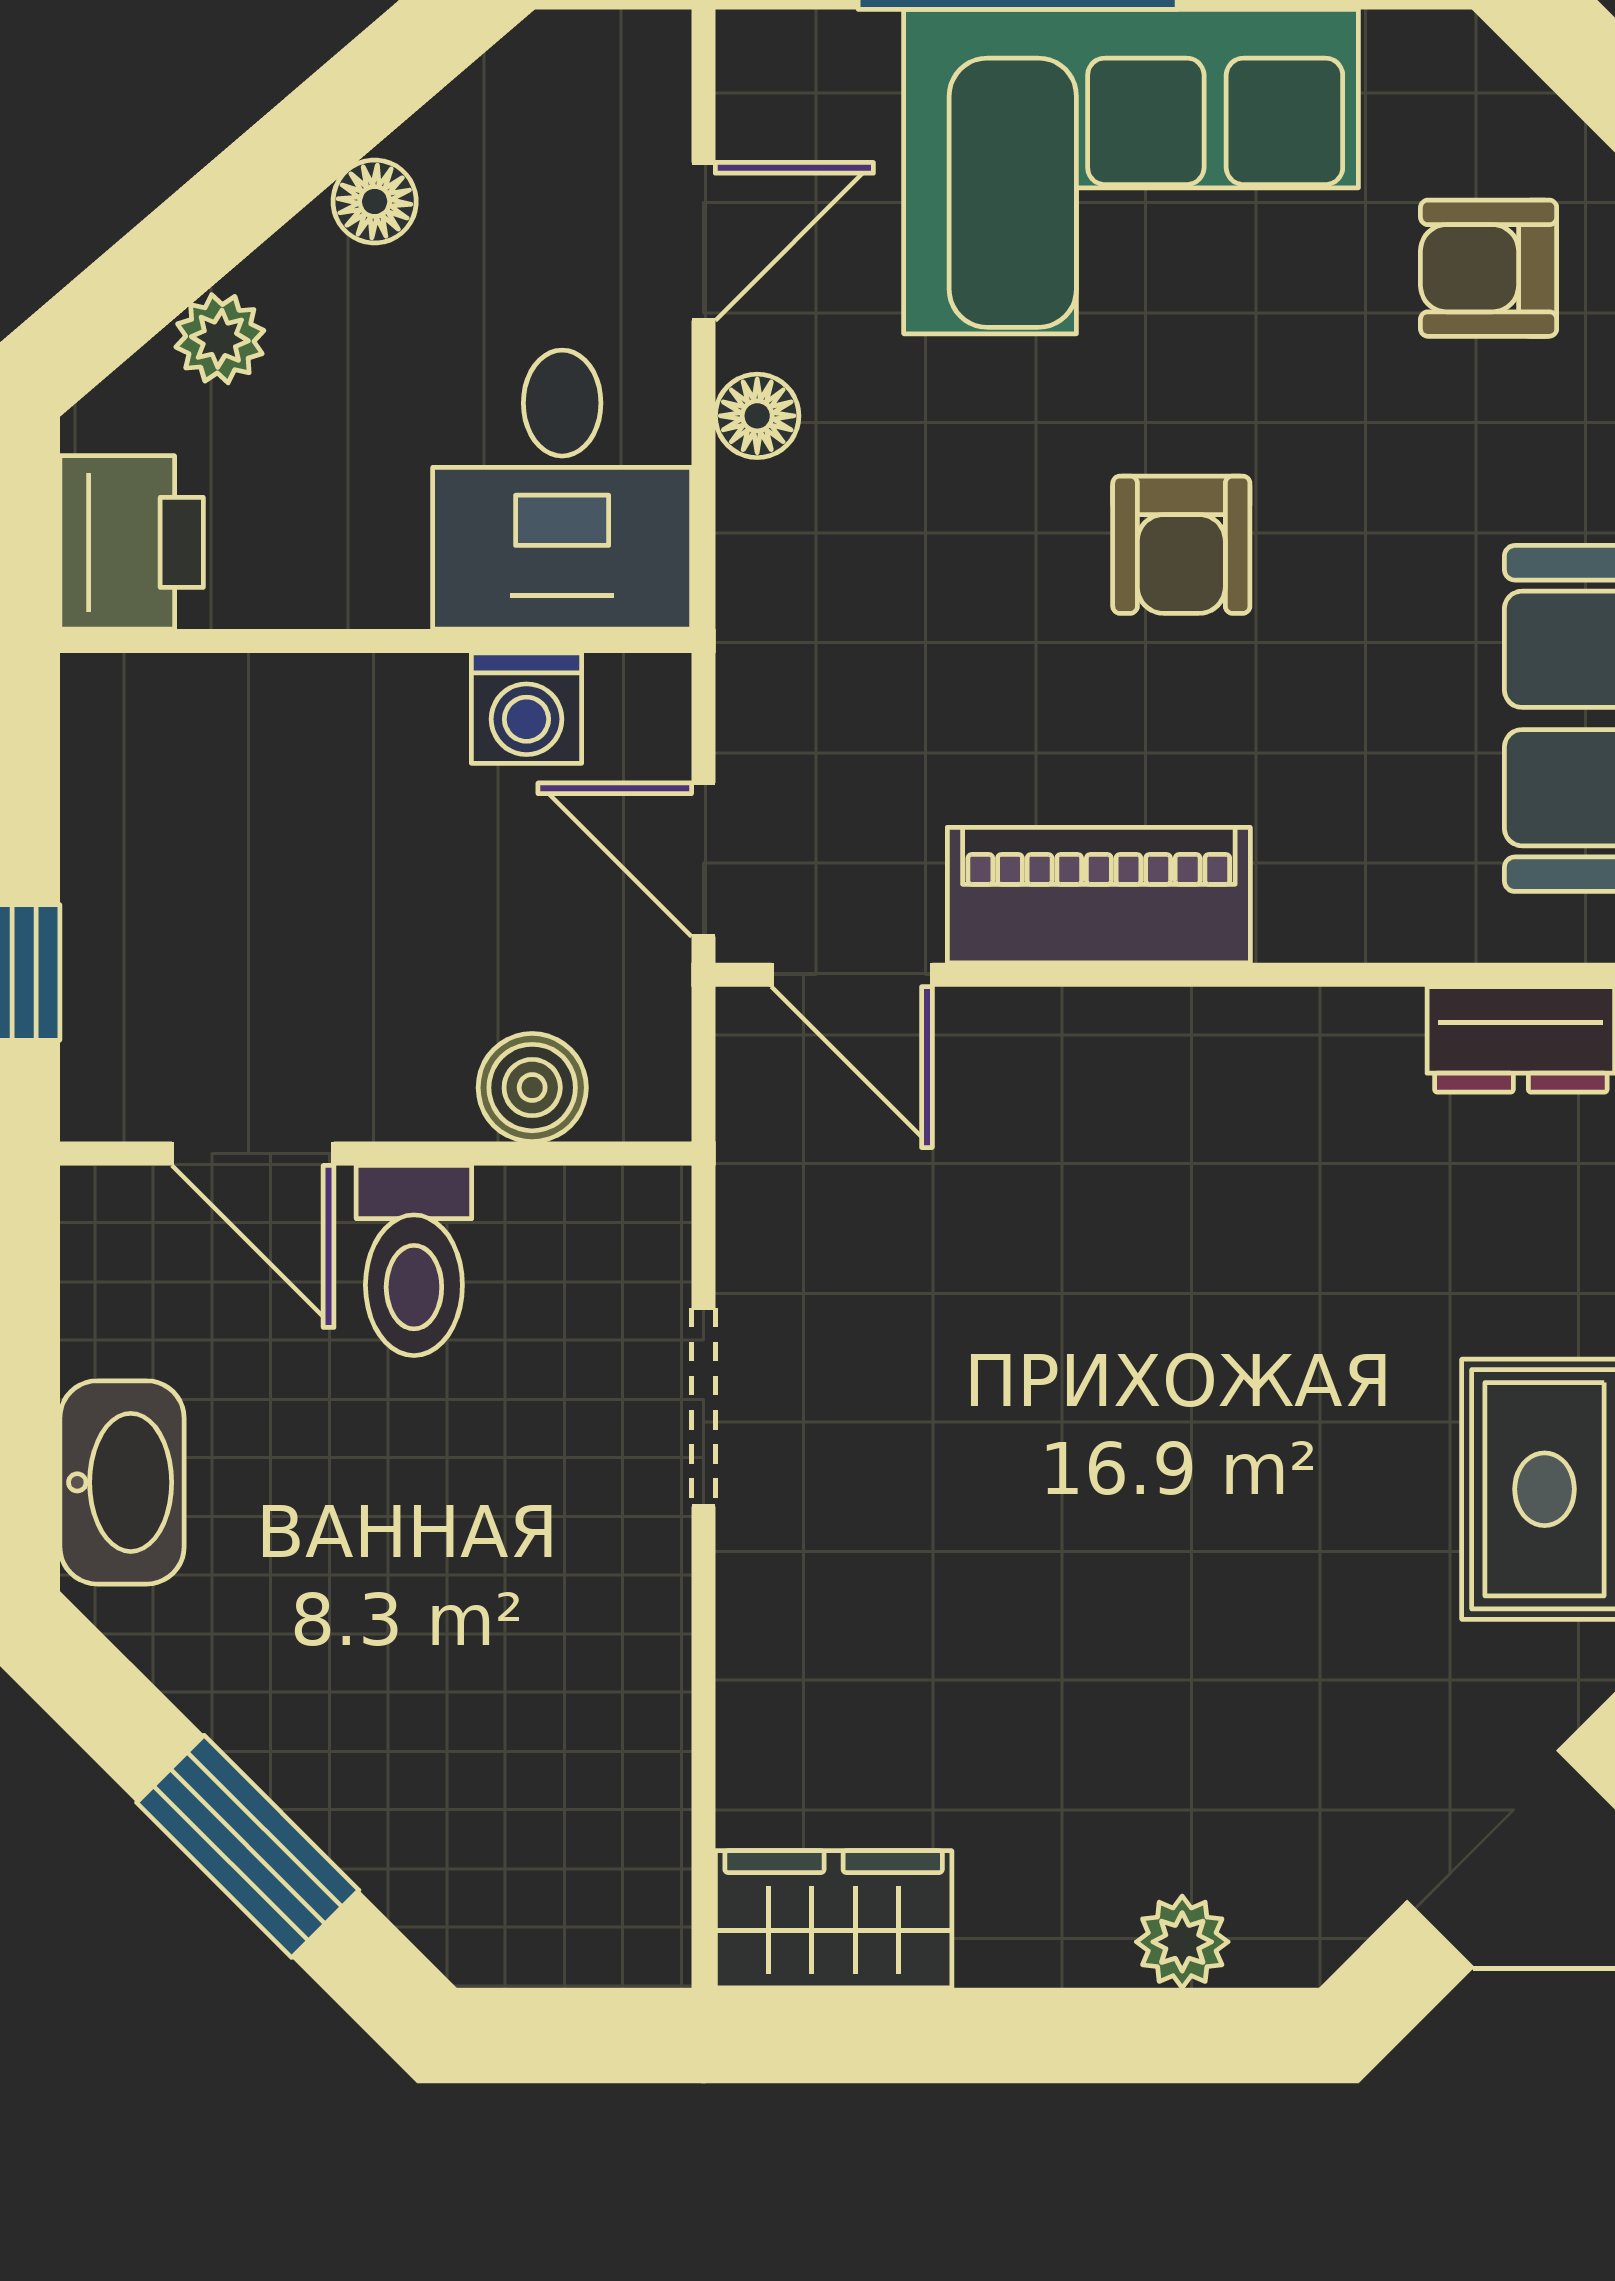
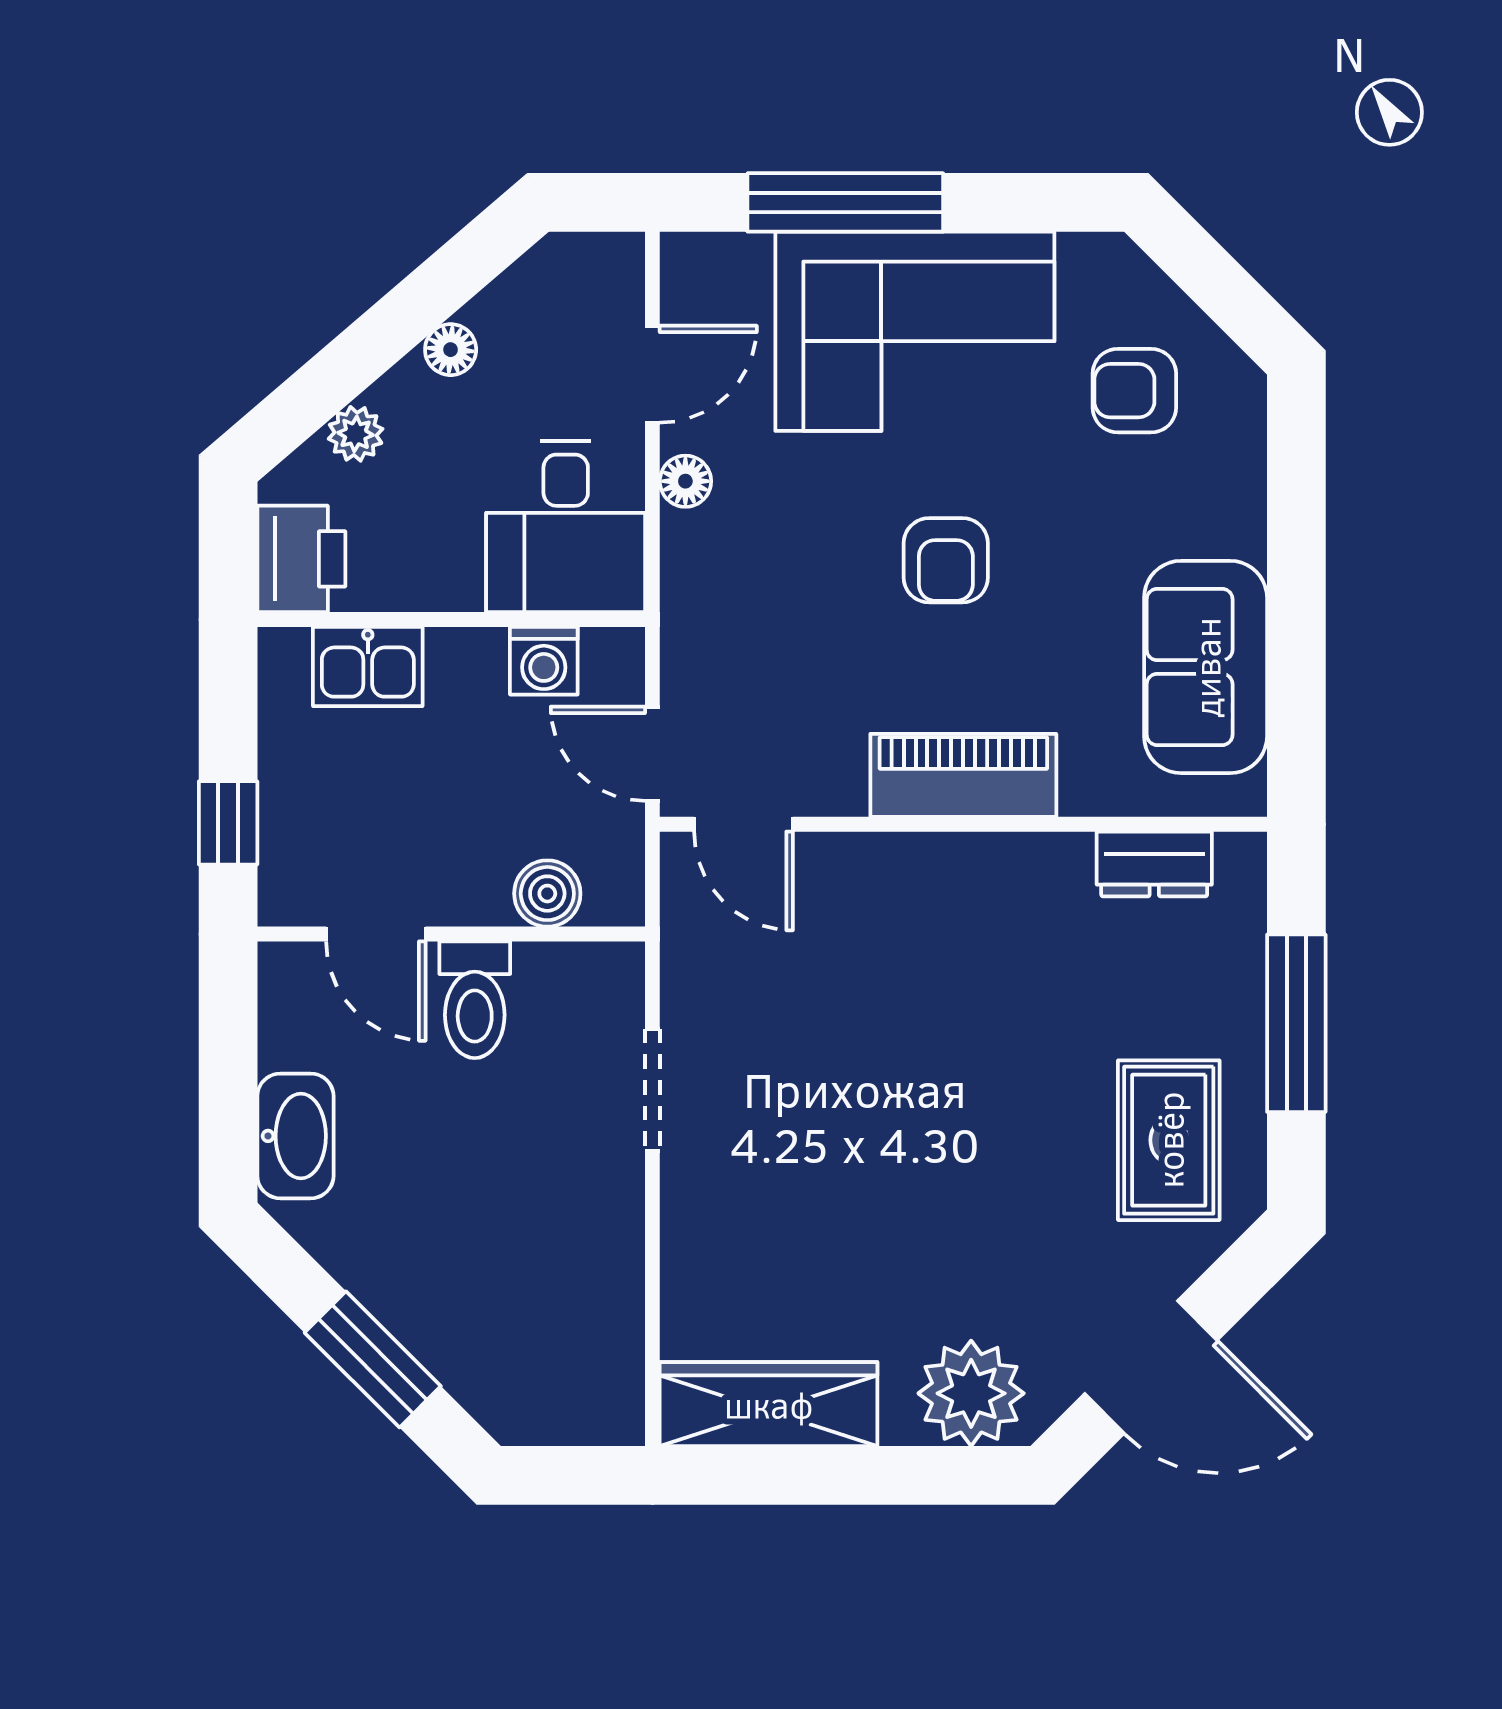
kitchen sink: (240, 718) -> (368, 666), added
piano: (1099, 895) -> (963, 775), moved
wardrobe: (834, 1919) -> (769, 1404), width x1.50
plant: (1182, 1942) -> (971, 1393), width x1.88, depth x1.88

